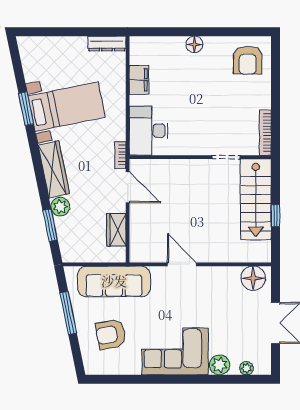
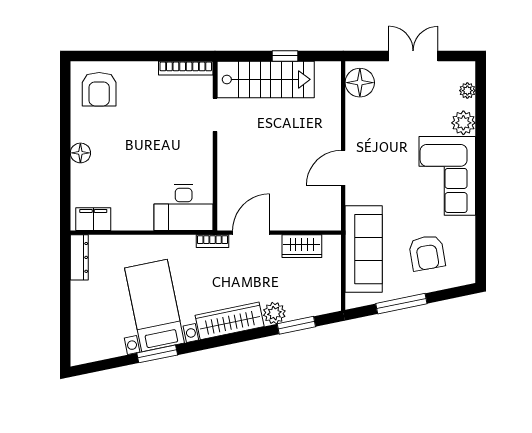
armchair: (248, 60) -> (99, 89), turned 90
filing cabinet: (139, 80) -> (93, 219), moved

